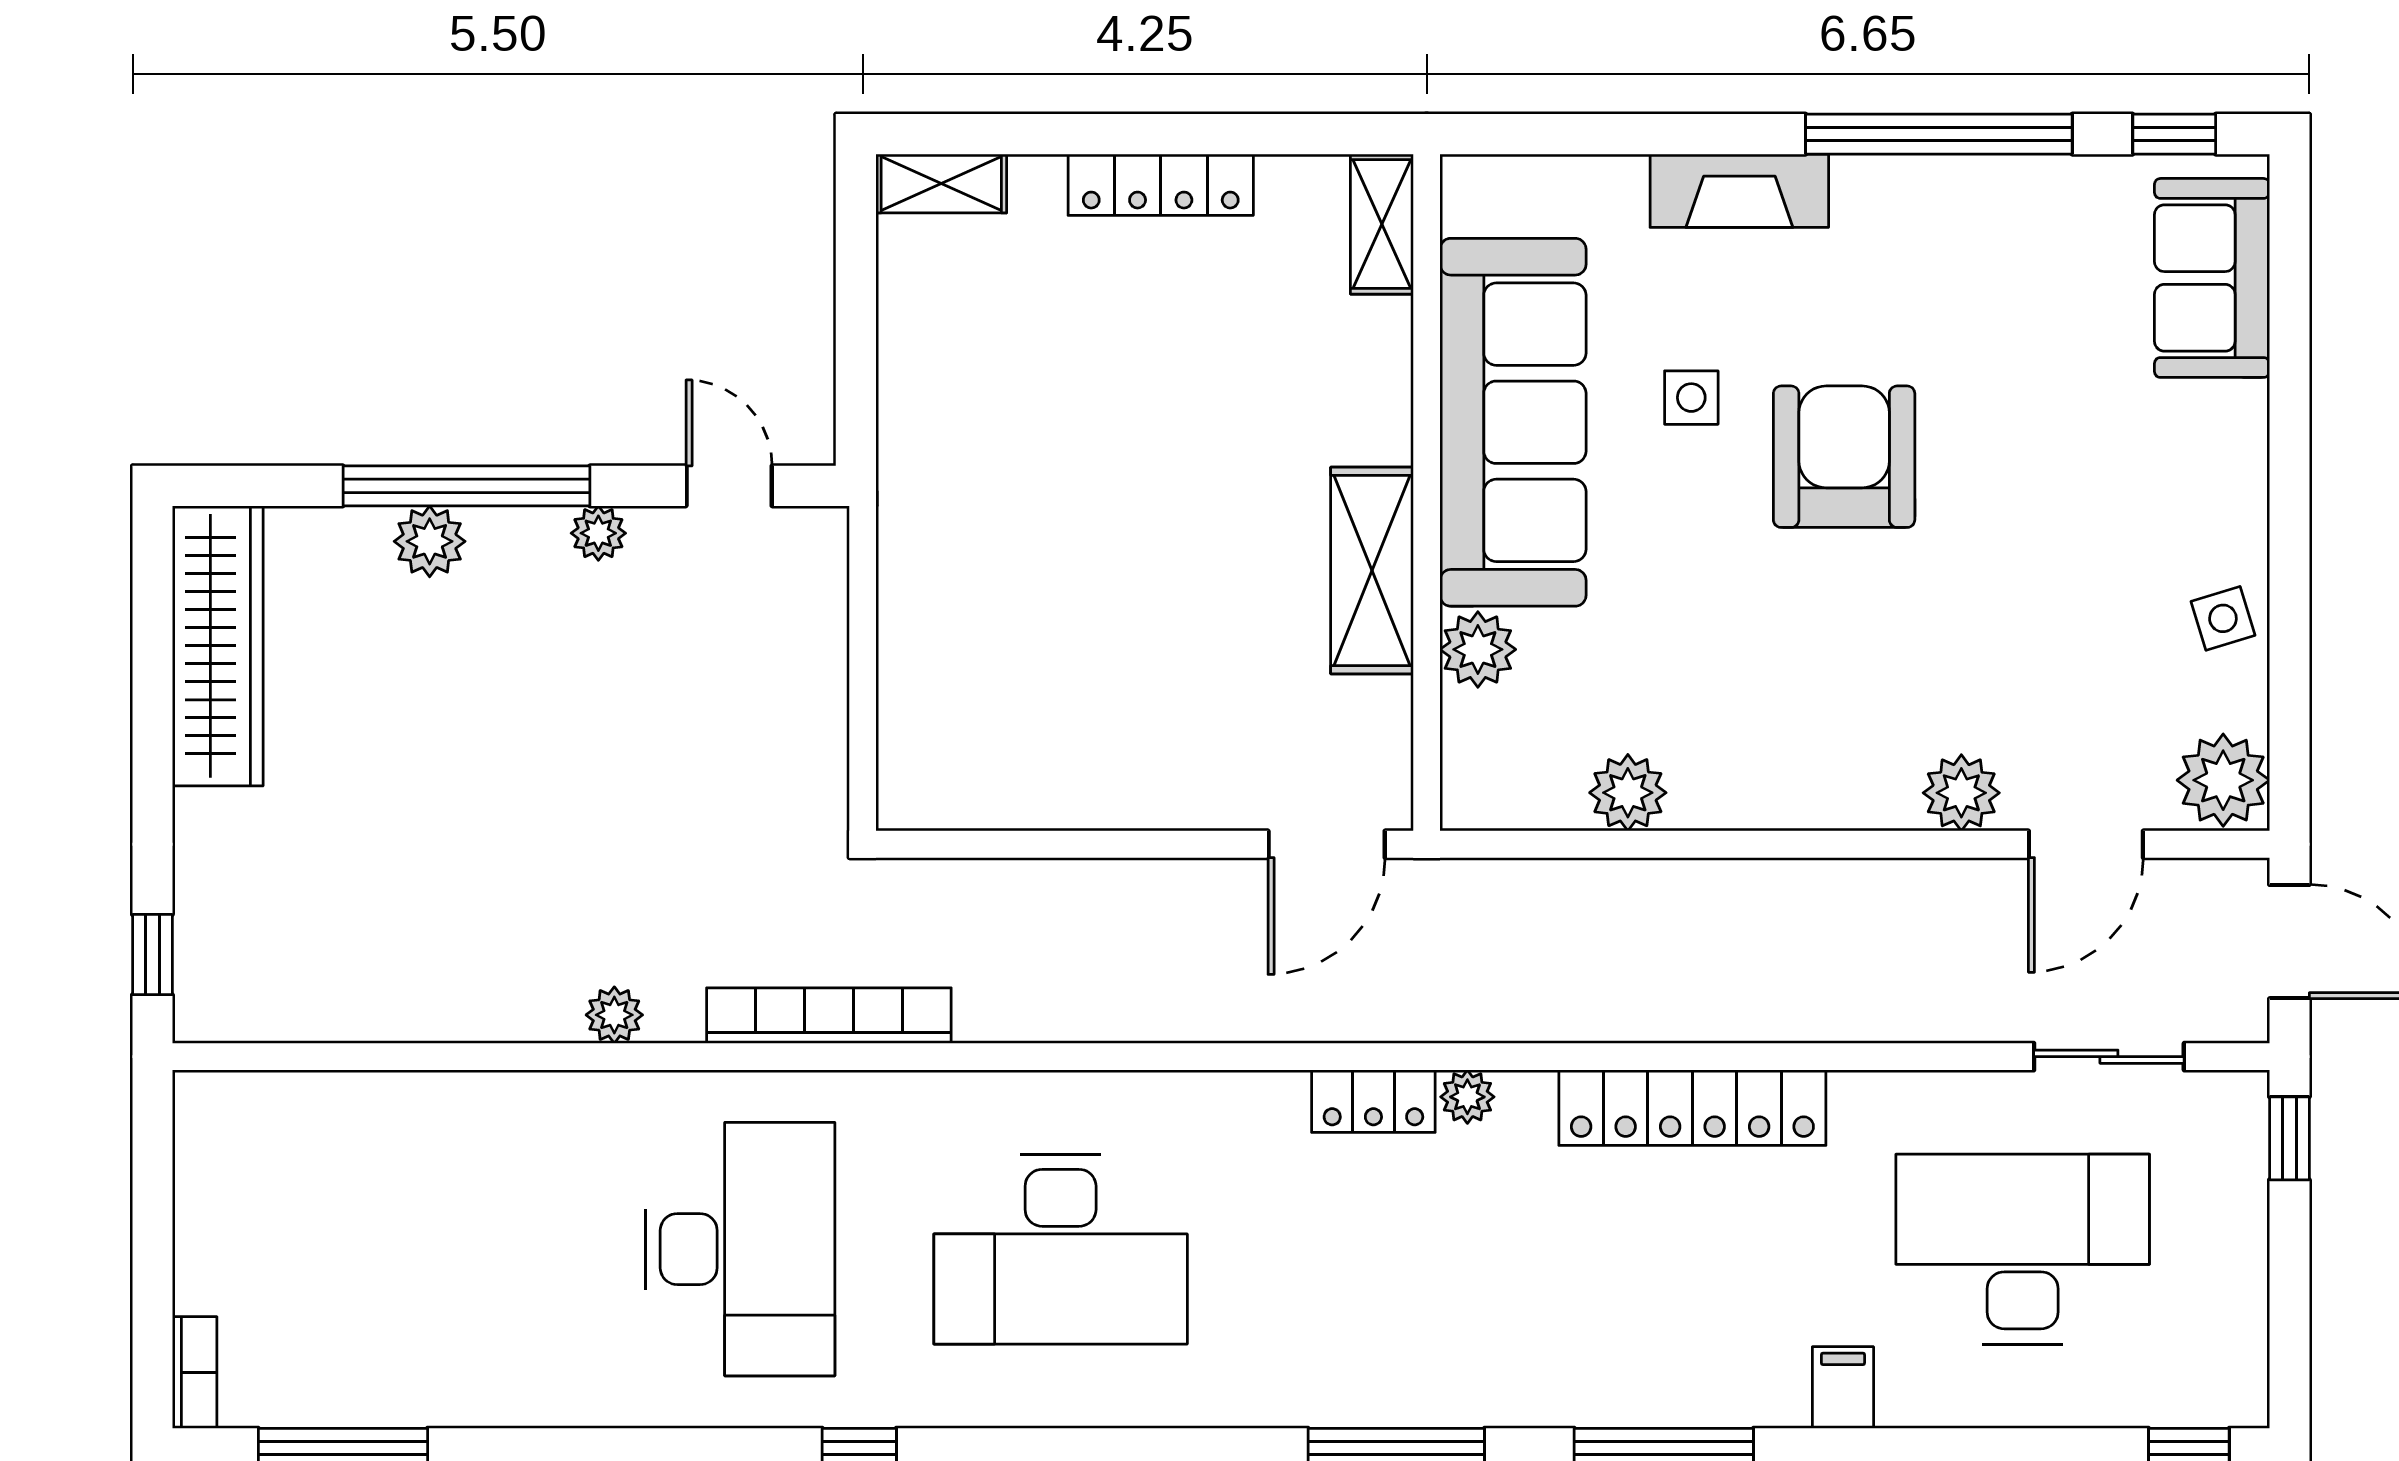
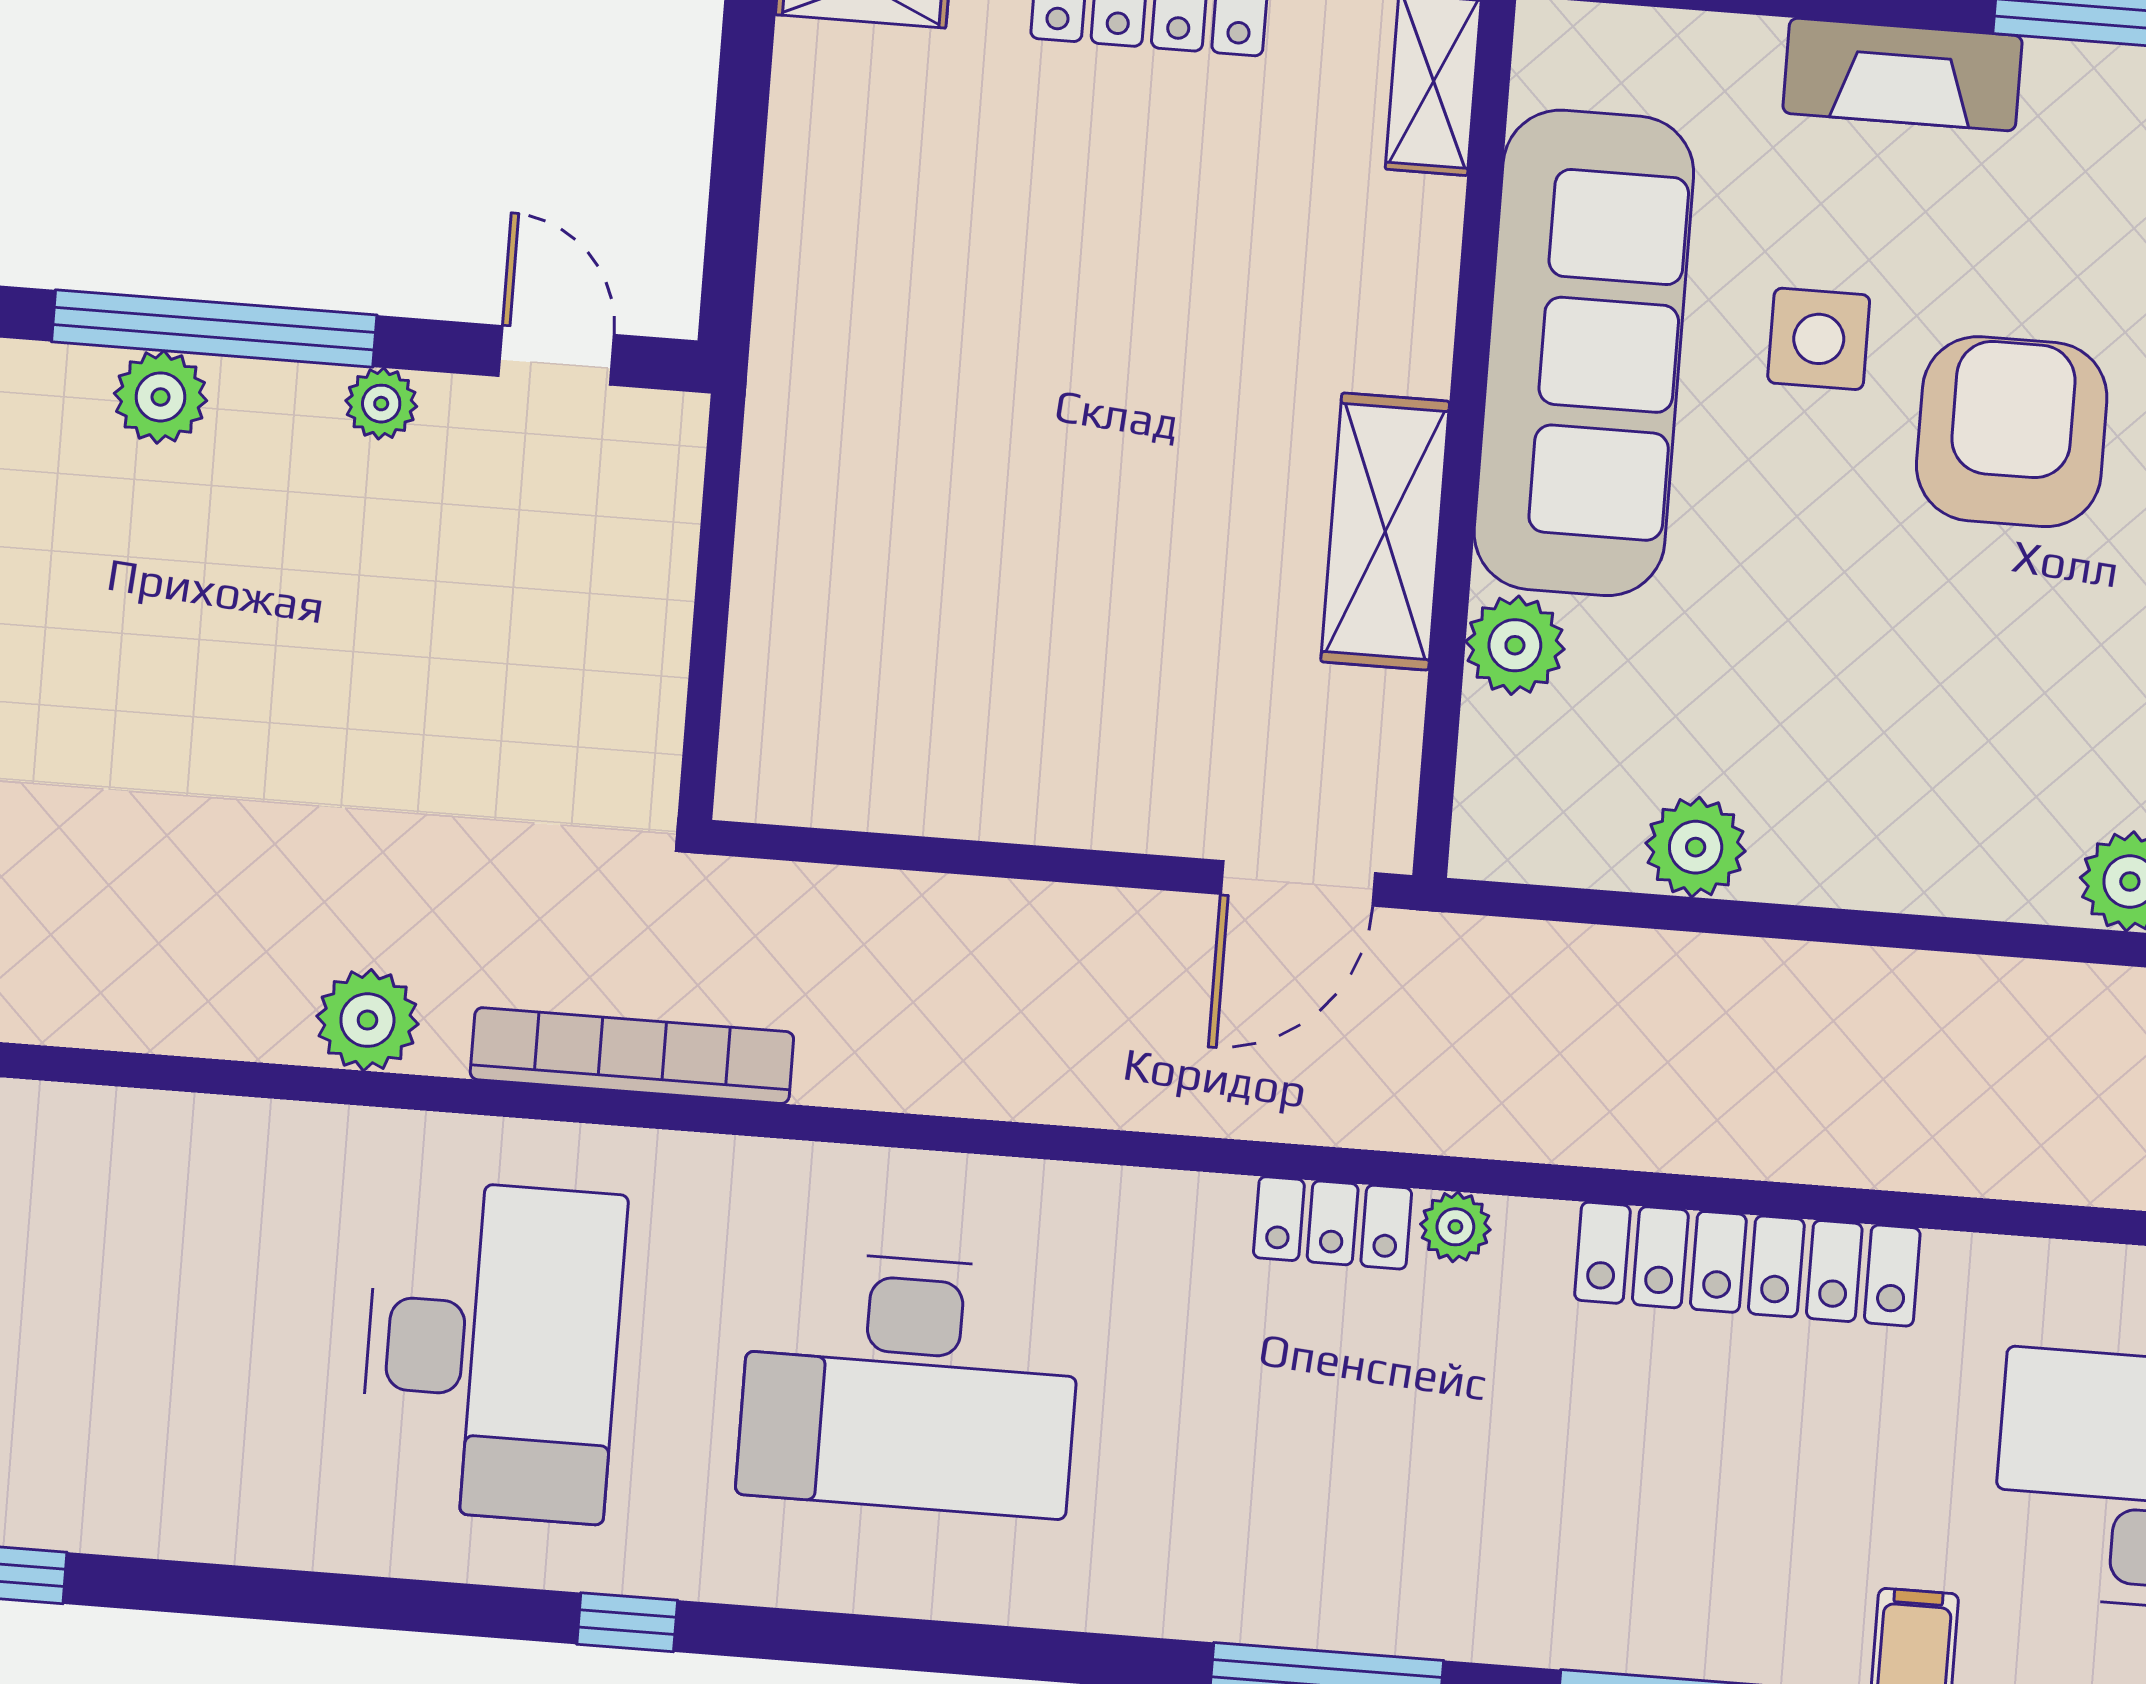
side table: (1691, 398) -> (1819, 339), width x1.37, depth x1.37
plant: (614, 1015) -> (367, 1020), width x1.38, depth x1.38

